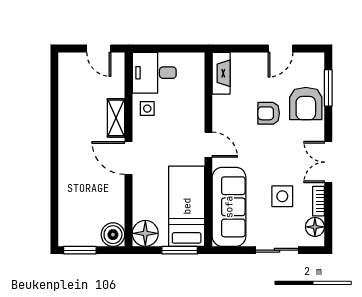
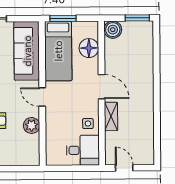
fireplace: (221, 73) -> (33, 150), removed
plant: (223, 106) -> (32, 125), added
floor lamp: (145, 233) -> (89, 48), moved

